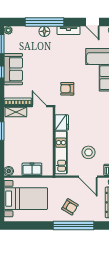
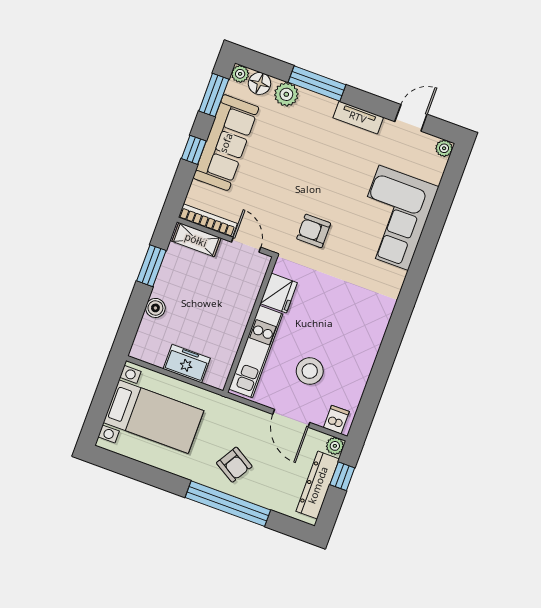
window: (44, 22) -> (317, 83), width x0.68
door: (92, 22) -> (411, 118), swing flipped
floor lamp: (44, 31) -> (259, 83), moved
plant: (32, 32) -> (286, 94), added
sofa: (13, 69) -> (226, 143), width x1.36
boiler: (9, 171) -> (155, 308), moved

